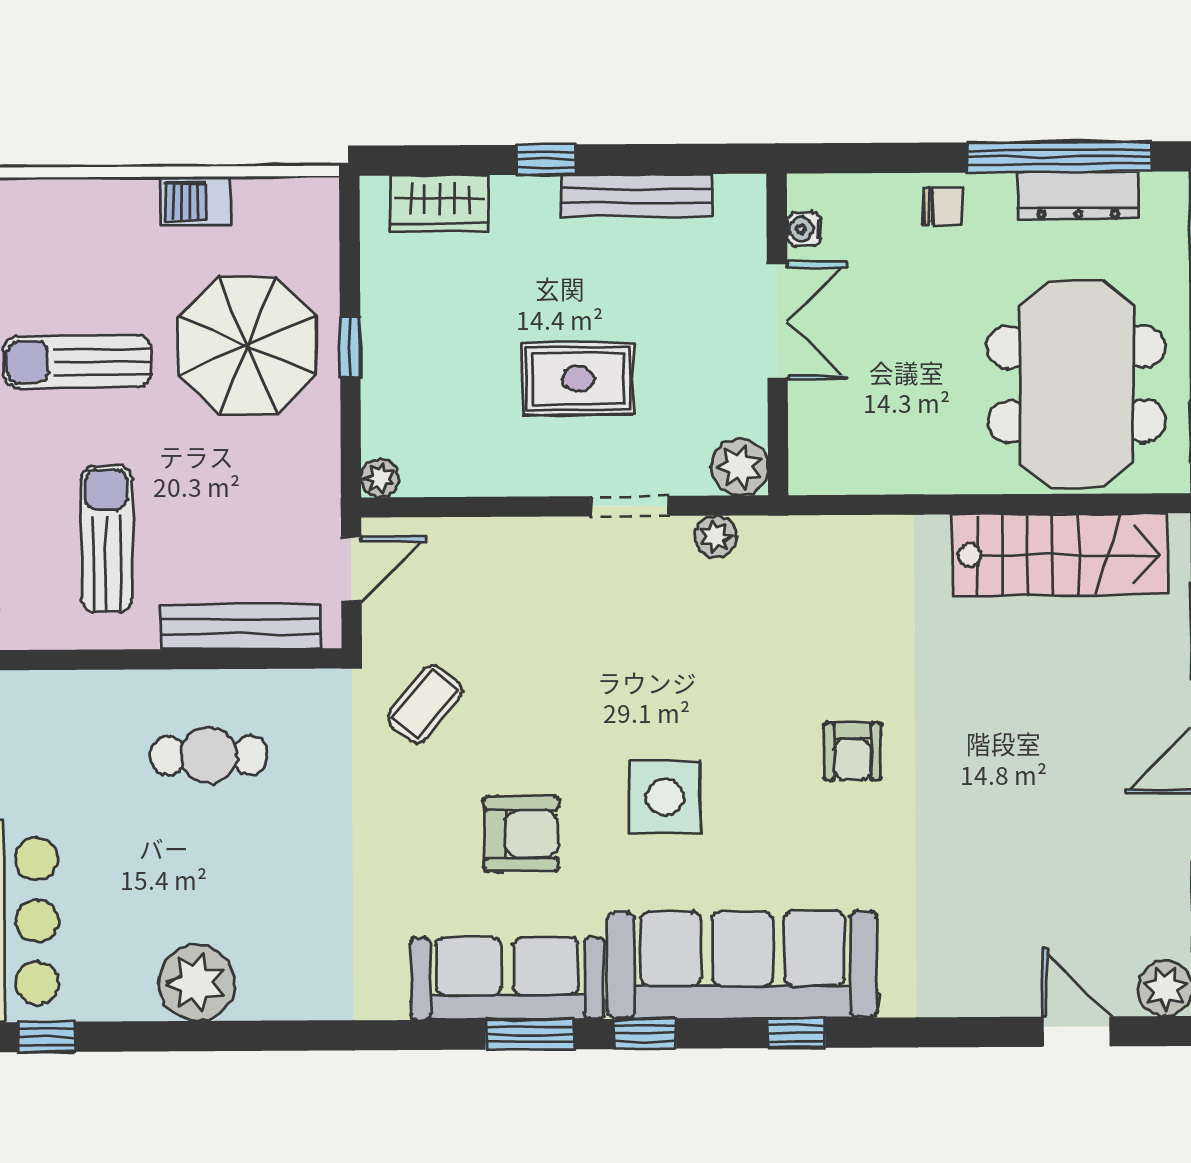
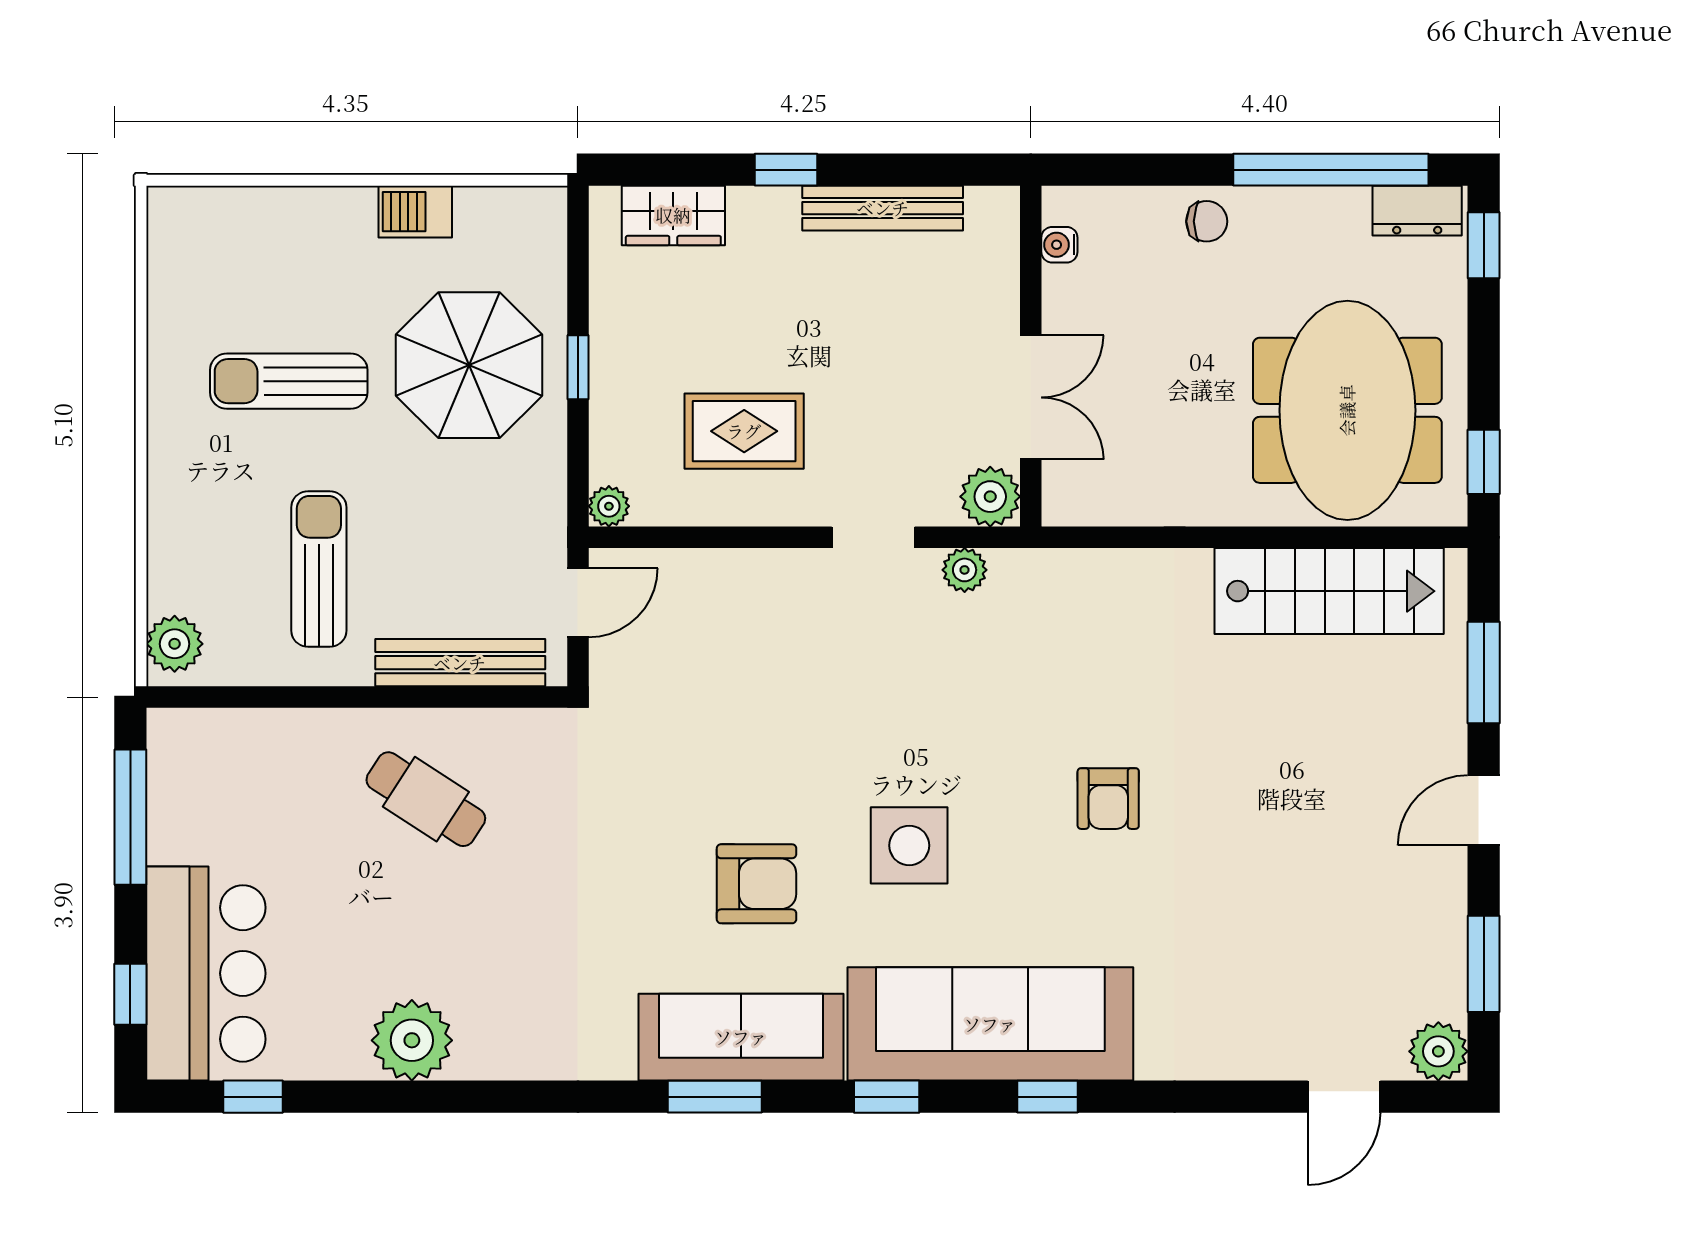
dresser: (1078, 196) -> (1417, 211), moved, width x0.70
double door: (777, 321) -> (1031, 397), moved
rug: (578, 379) -> (744, 431), moved
coffee table: (425, 704) -> (655, 746), removed
cafe table: (209, 755) -> (426, 799), turned 33
door: (1077, 1032) -> (1344, 1097), swing flipped
window: (530, 1034) -> (715, 1097), moved

